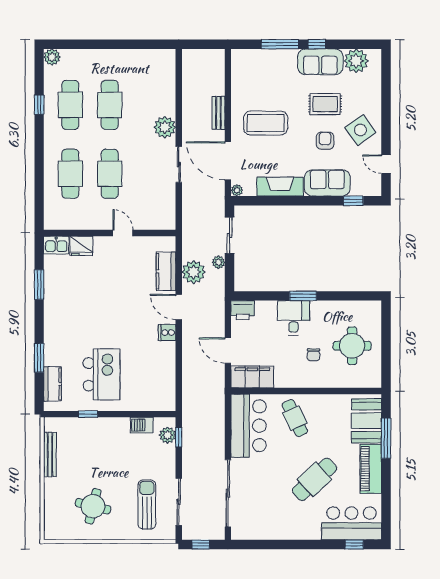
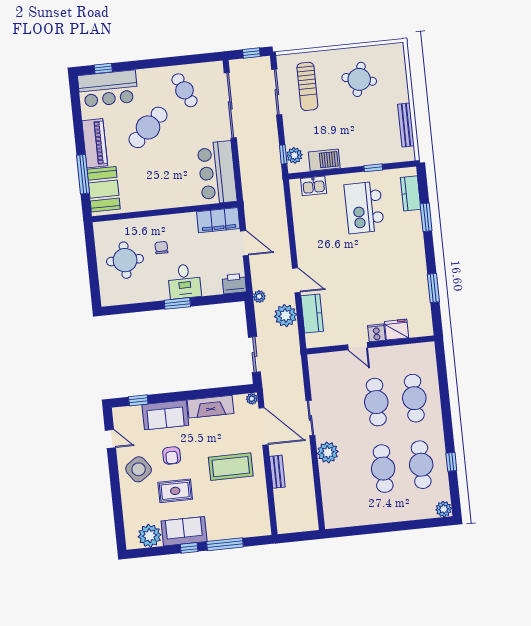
kitchen sink: (56, 245) -> (314, 186), moved, turned 180
plant: (218, 262) -> (259, 297), moved
cooker: (167, 333) -> (377, 333), moved, turned -90
cafe table: (295, 418) -> (184, 90), moved
barbecue: (142, 425) -> (324, 160), width x1.38, depth x1.27

